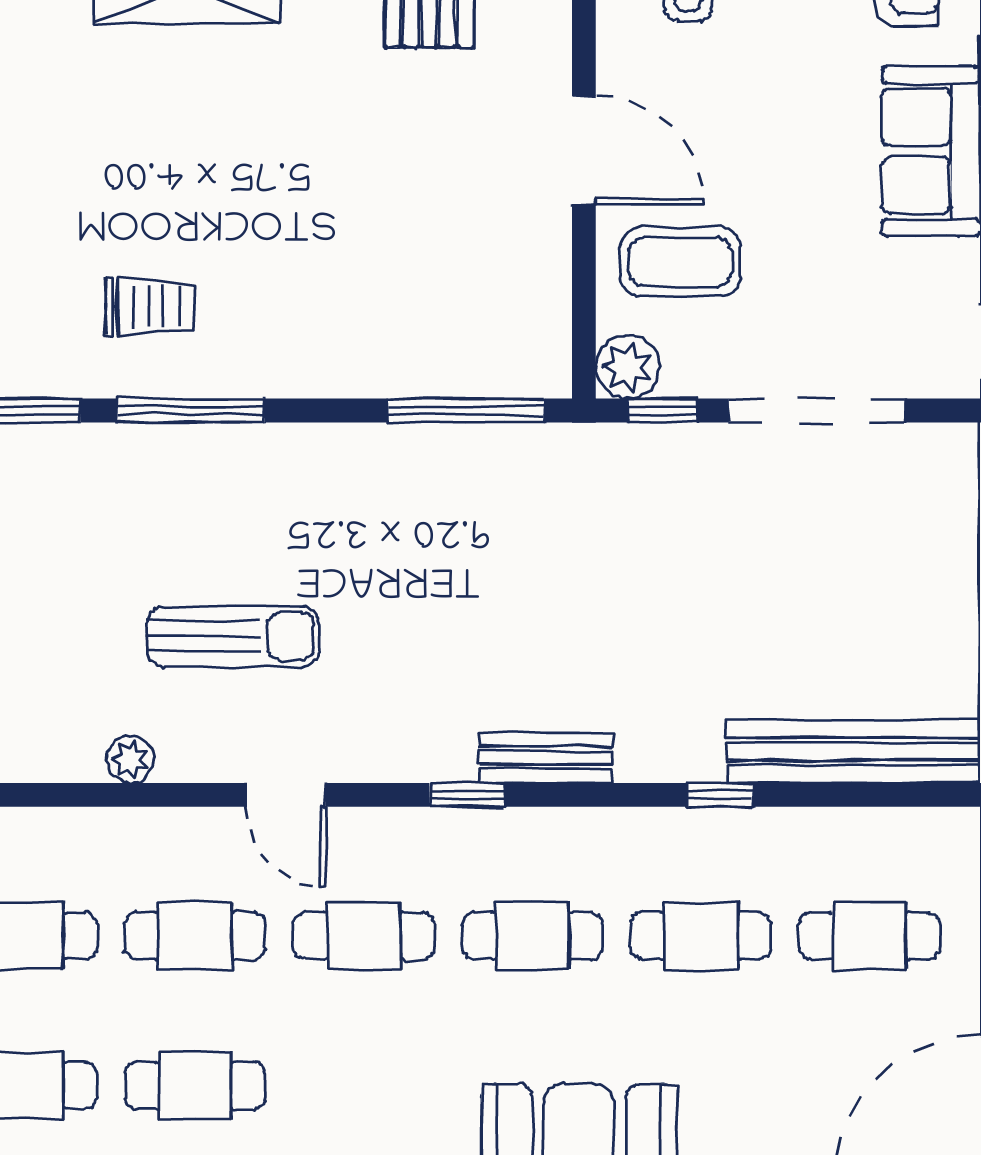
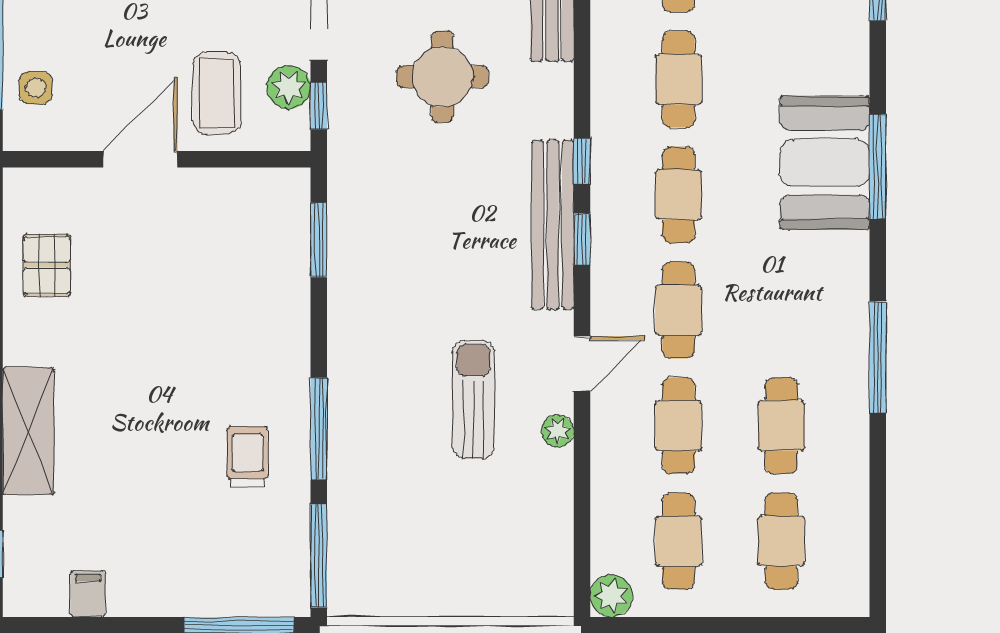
plant: (628, 367) -> (289, 87), moved
window: (466, 411) -> (319, 240), width x0.69
round table: (704, 591) -> (442, 77), added
bench: (546, 758) -> (553, 225), width x1.86, depth x1.21
plant: (130, 759) -> (558, 431), moved
window: (720, 795) -> (582, 161), moved

